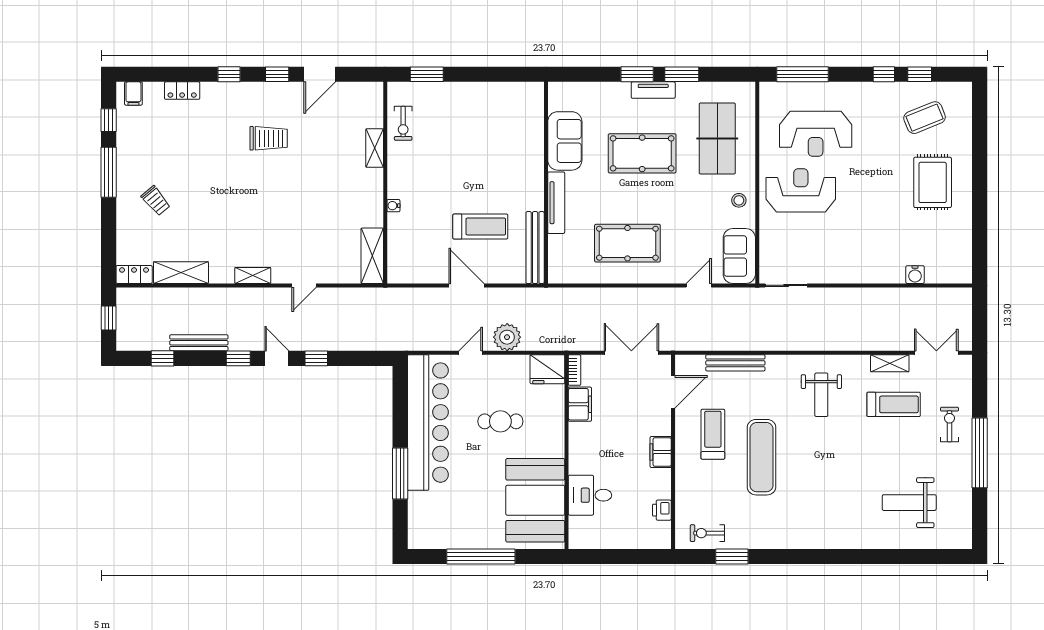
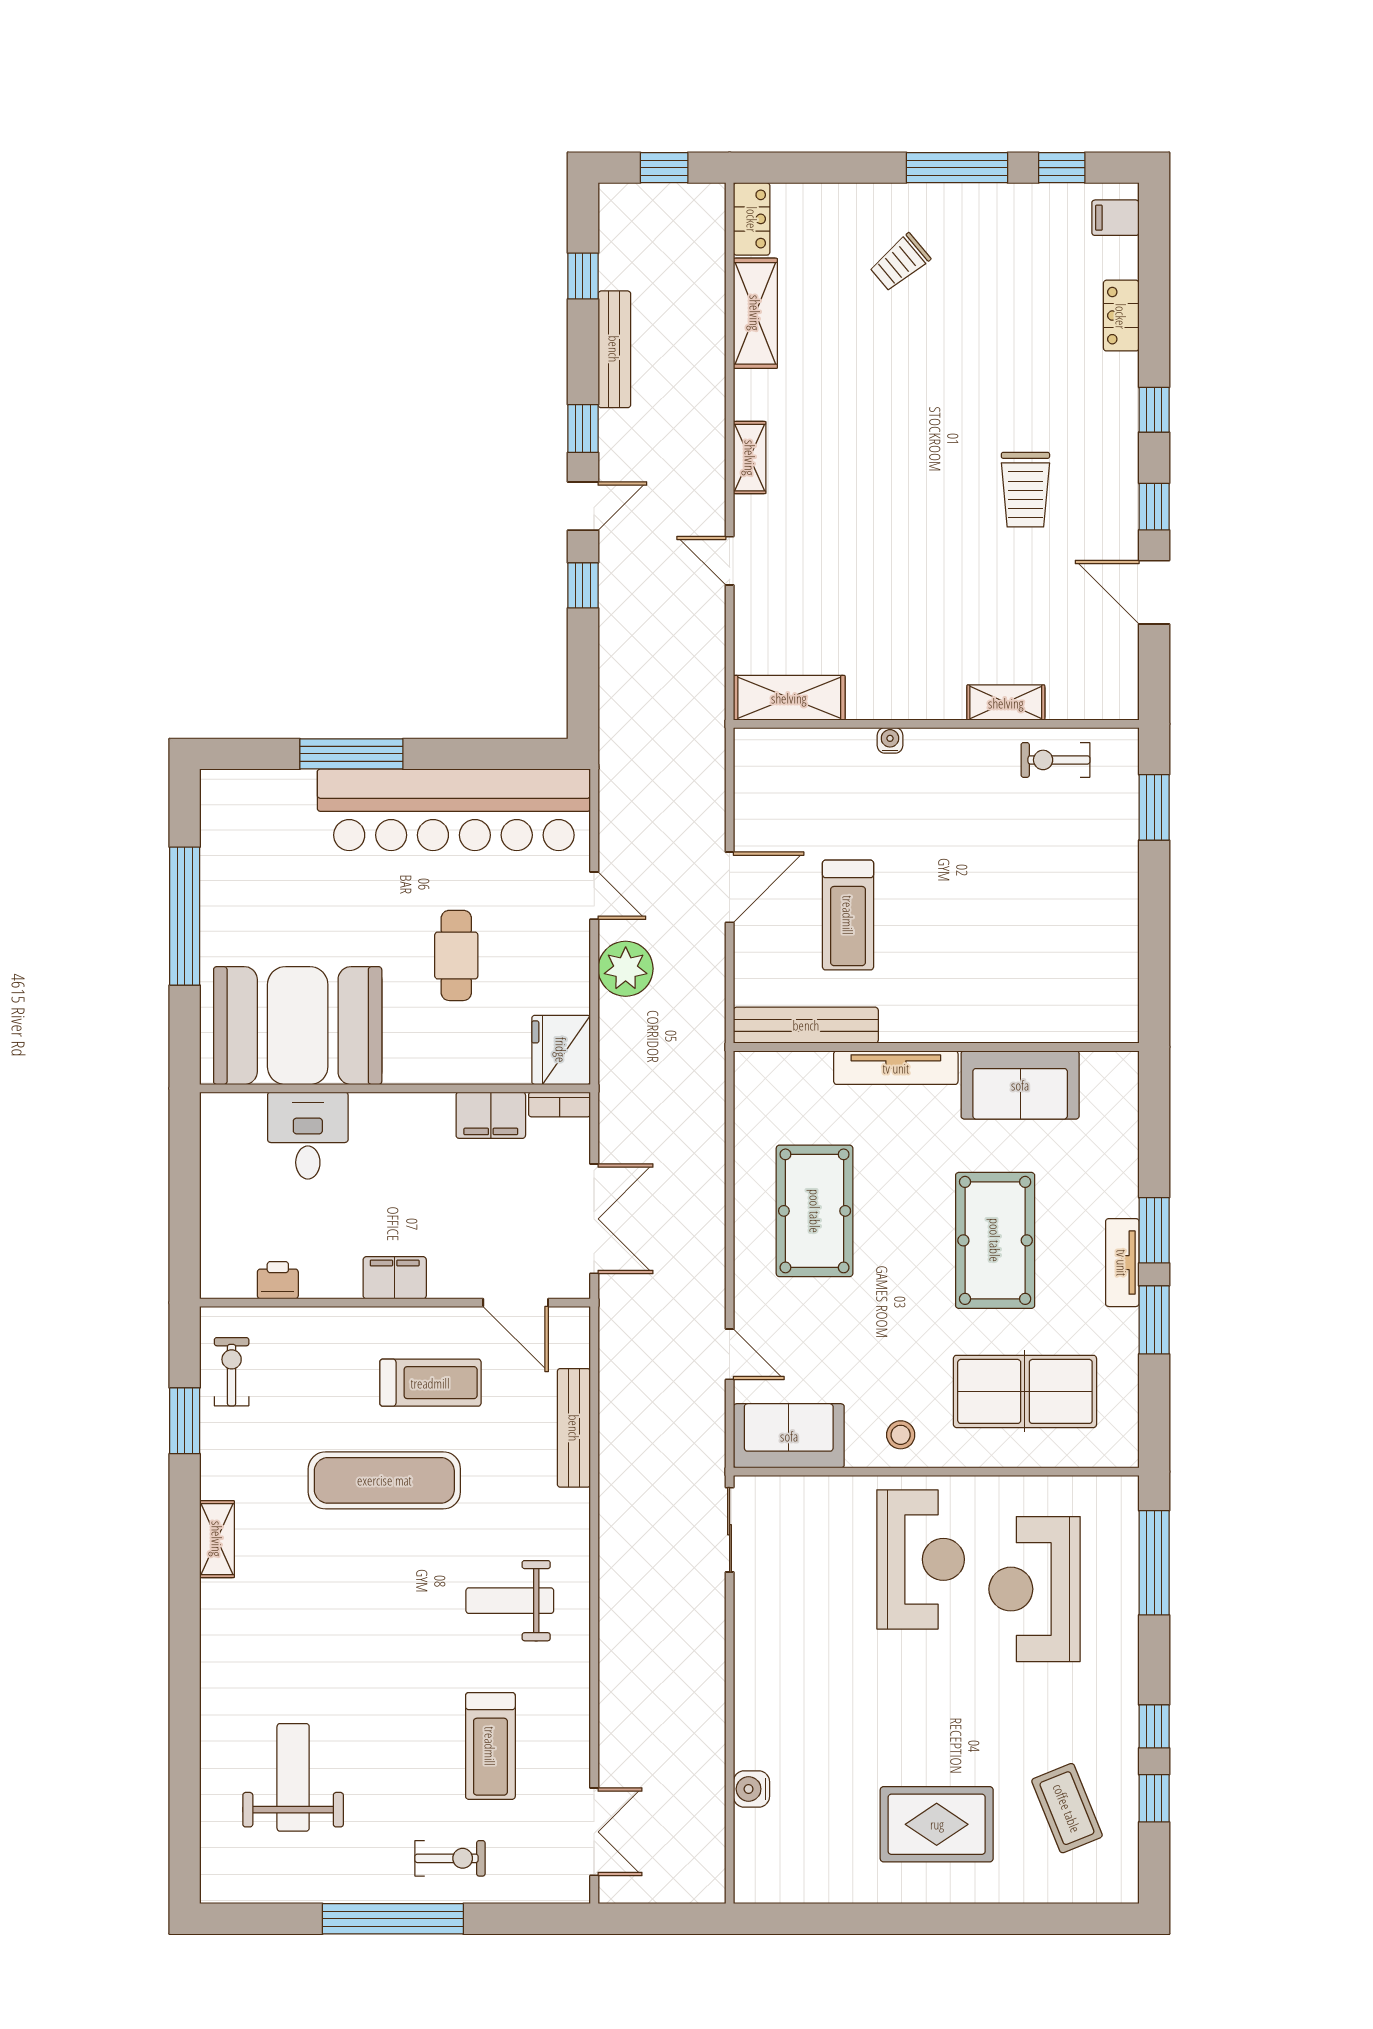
shelving: (890, 363) -> (217, 1539), moved

